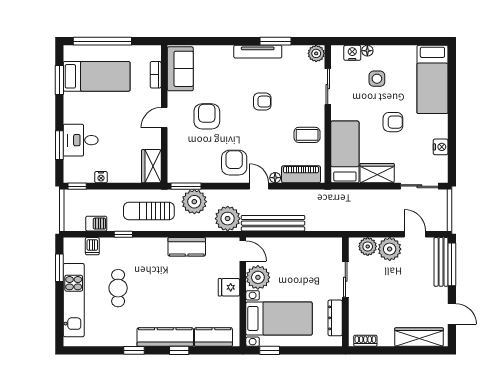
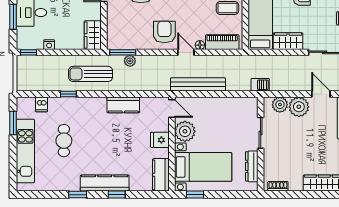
plant: (194, 202) -> (130, 61), width x0.53, depth x0.53
plant: (228, 219) -> (159, 80), removed
barbecue: (96, 224) -> (260, 85), moved
kitchen counter: (213, 337) -> (161, 175), moved, turned -90

